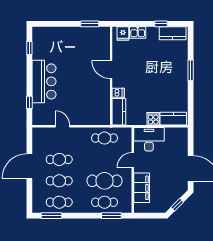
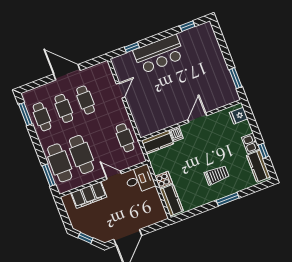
kitchen sink: (138, 32) -> (250, 143), moved
trolley: (167, 72) -> (217, 175), added
desk: (149, 139) -> (140, 179), width x0.73
cafe table: (104, 202) -> (60, 163), width x1.37, depth x1.35

